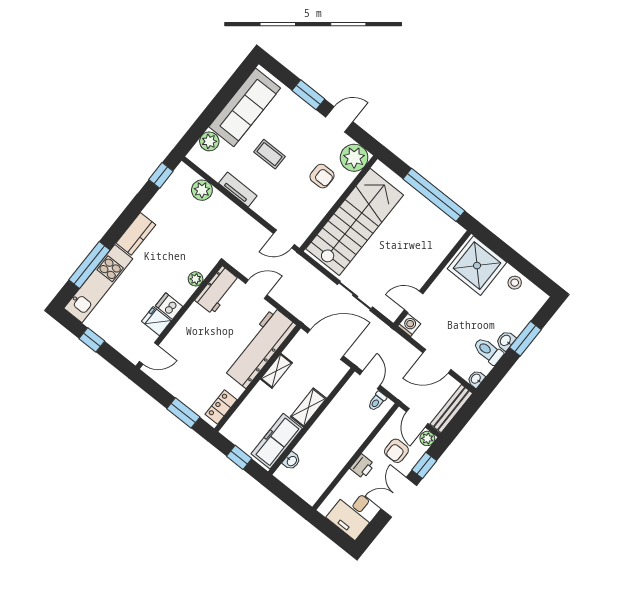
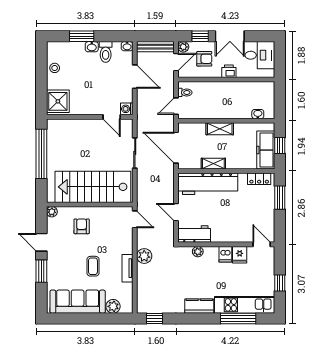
plant: (354, 158) -> (52, 212), width x0.53, depth x0.53
plant: (202, 190) -> (144, 256), moved
shower: (477, 266) -> (58, 101), width x0.73, depth x0.73
freezer: (277, 441) -> (266, 150), moved, turned 90

